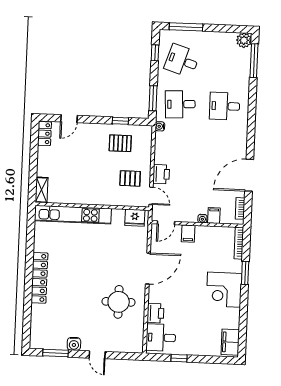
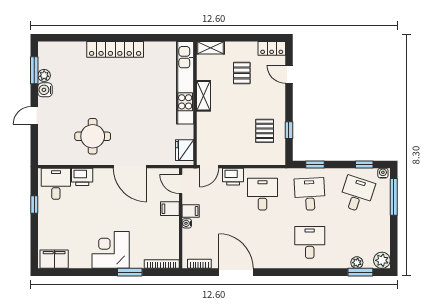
window: (254, 61) -> (360, 272), width x0.69
plant: (245, 63) -> (357, 263), added
window: (153, 98) -> (315, 164), width x0.67
water cooler: (160, 126) -> (383, 173), moved
desk: (178, 148) -> (262, 194), added
pallet: (130, 178) -> (242, 73), moved
shelving: (85, 198) -> (204, 96), added
filing cabinet: (214, 215) -> (191, 211), moved
plant: (61, 344) -> (44, 75), added

